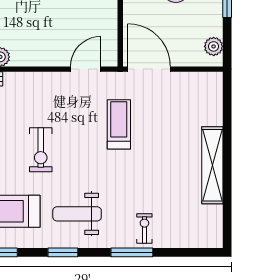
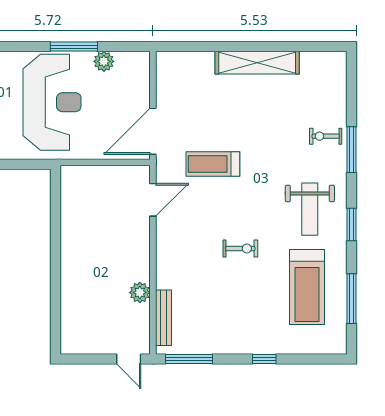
plant: (214, 46) -> (104, 61), moved
door: (86, 69) -> (153, 200), swing flipped
exercise bike: (41, 150) -> (240, 248), width x0.73, depth x0.72

